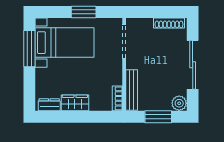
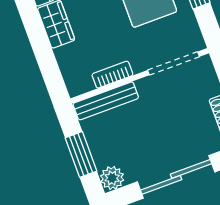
bookcase: (117, 98) -> (112, 75), moved

